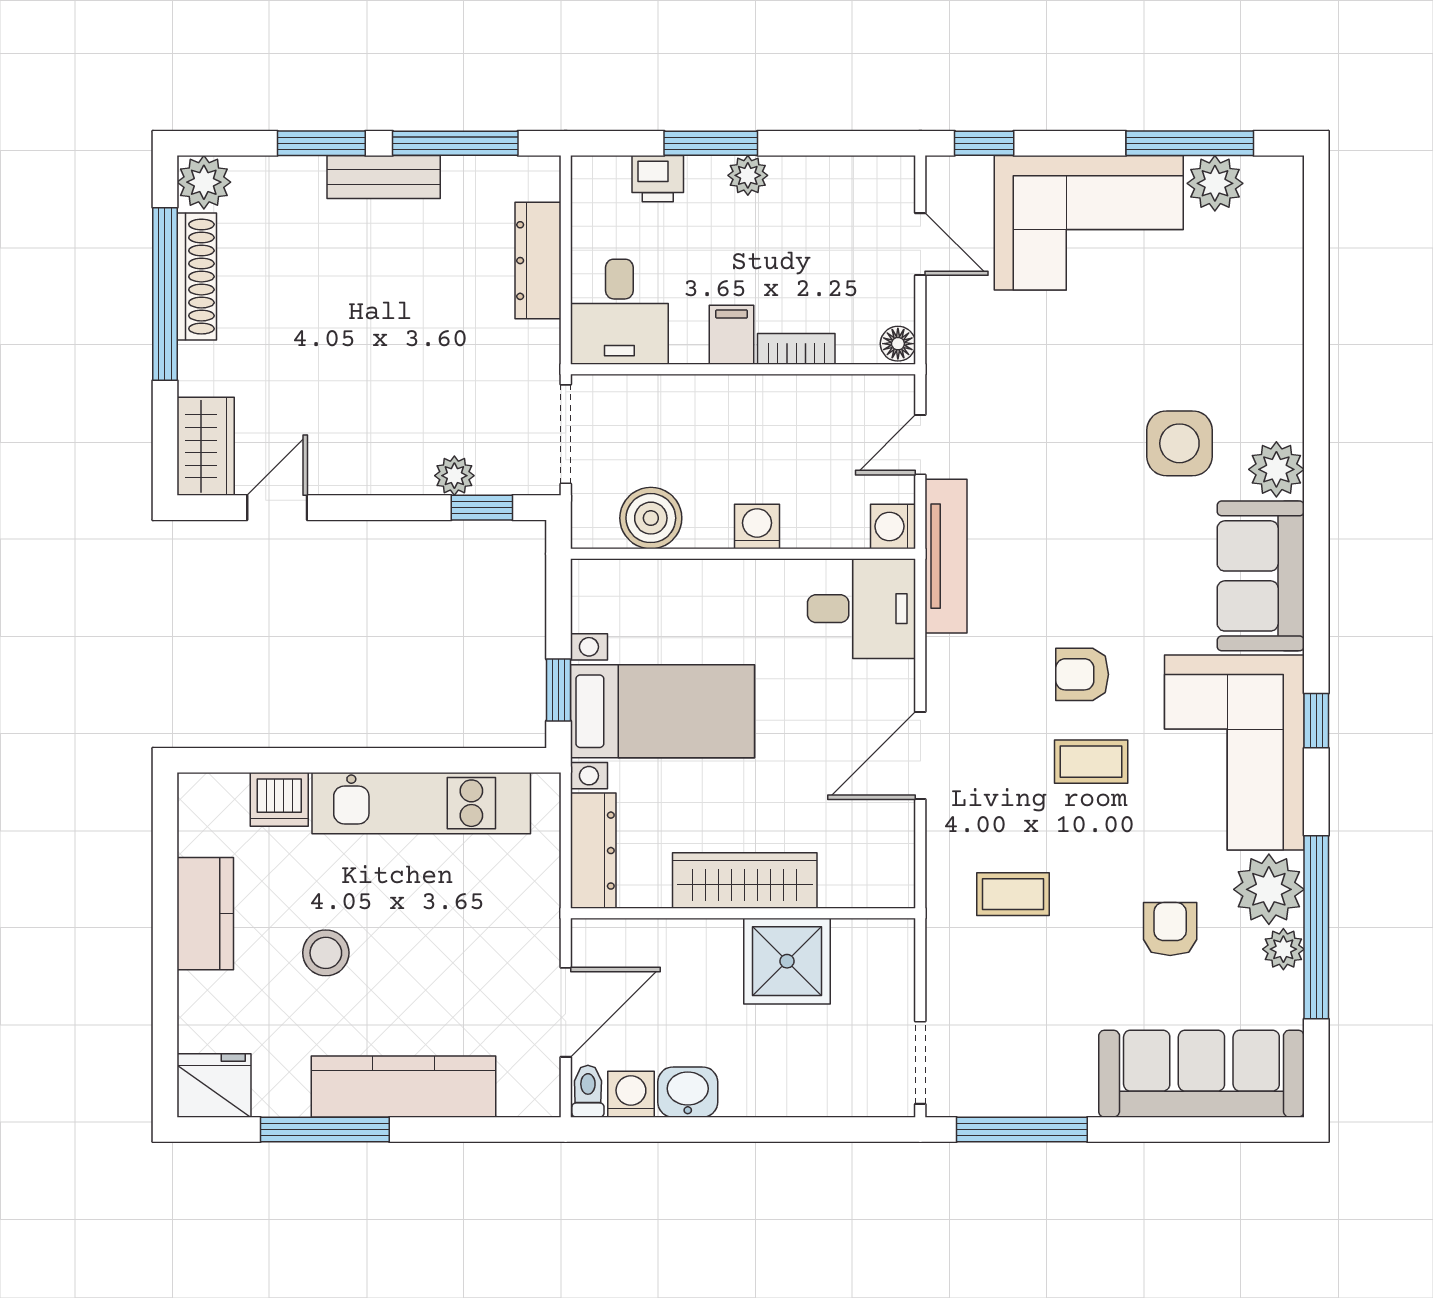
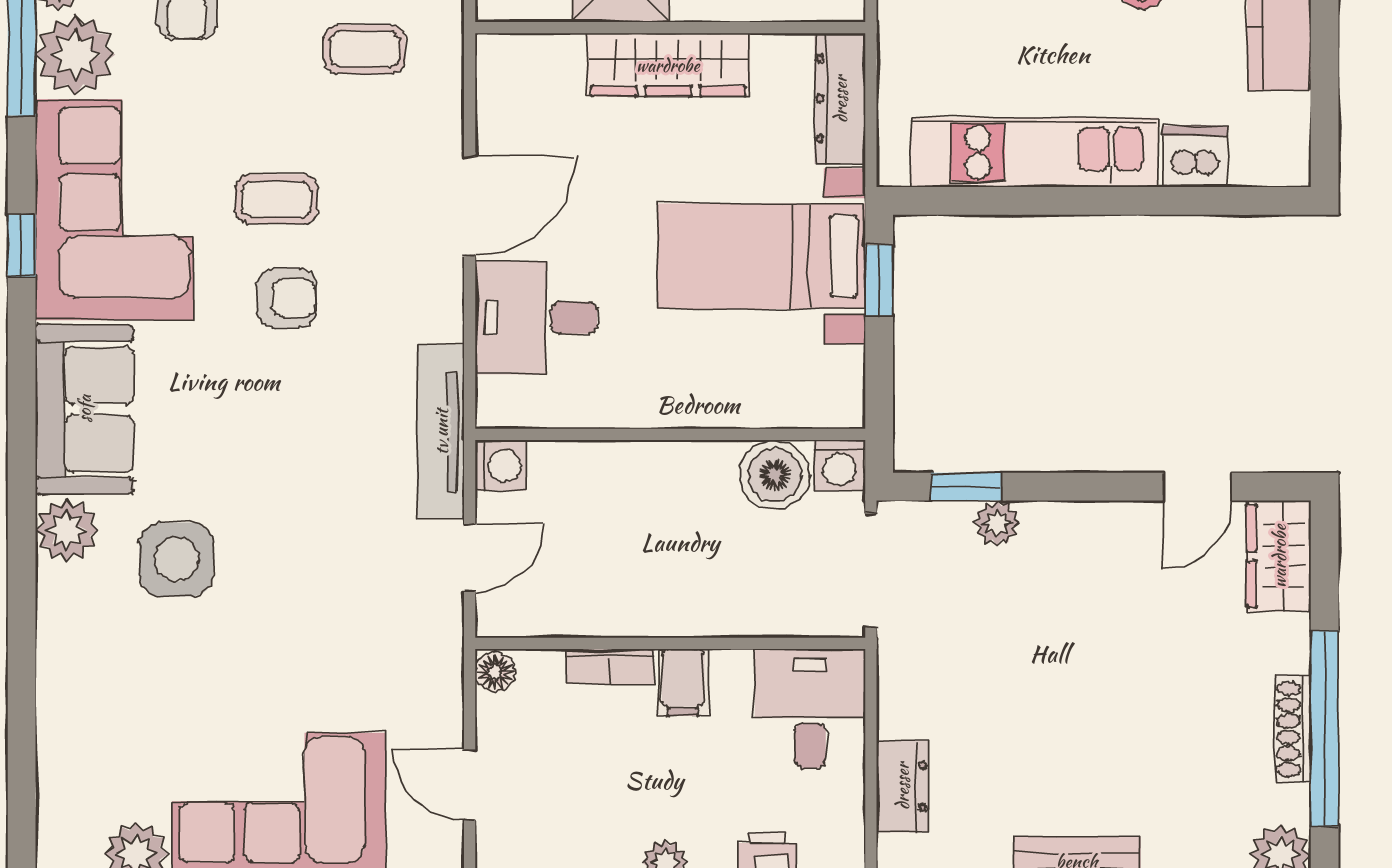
dresser: (538, 261) -> (902, 786), width x0.70
shoe rack: (197, 277) -> (1293, 729), width x0.74, depth x0.81
washing machine: (757, 527) -> (839, 465), moved
desk: (862, 609) -> (536, 318), moved

